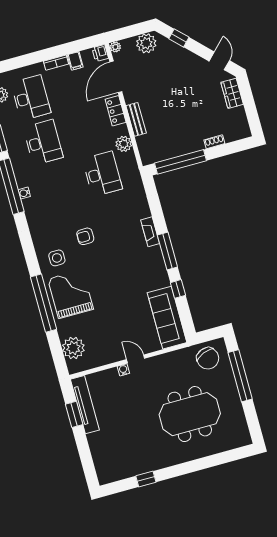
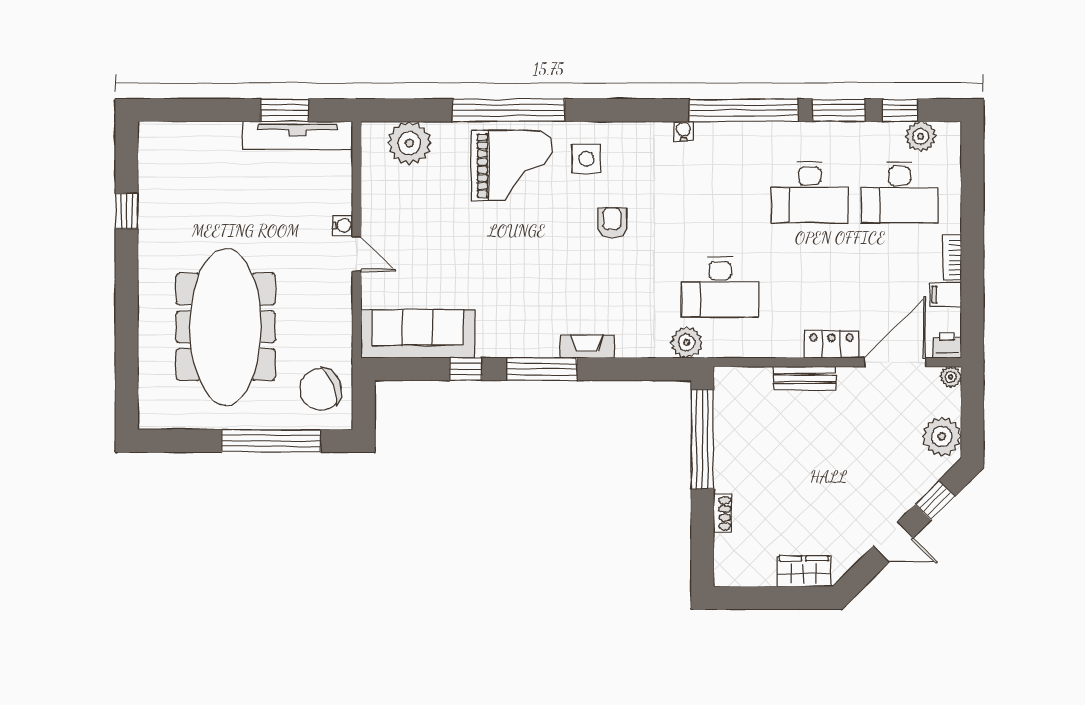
door: (219, 61) -> (893, 542), moved
door: (116, 77) -> (895, 362), hinge flipped
plant: (124, 144) -> (687, 342), moved
water cooler: (24, 193) -> (683, 131), moved
door: (136, 359) -> (357, 254), hinge flipped
meeting table: (190, 414) -> (226, 327), width x1.36

